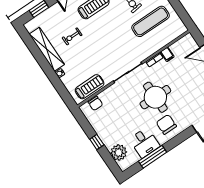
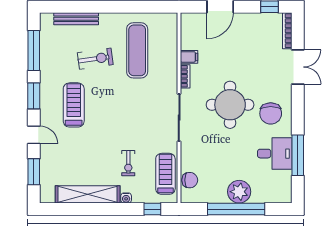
exercise bike: (72, 36) -> (128, 163), moved
window: (64, 93) -> (152, 209), added
chair: (166, 124) -> (271, 113), turned -90
window: (97, 142) -> (236, 209), width x3.17
plant: (119, 153) -> (239, 192), moved

